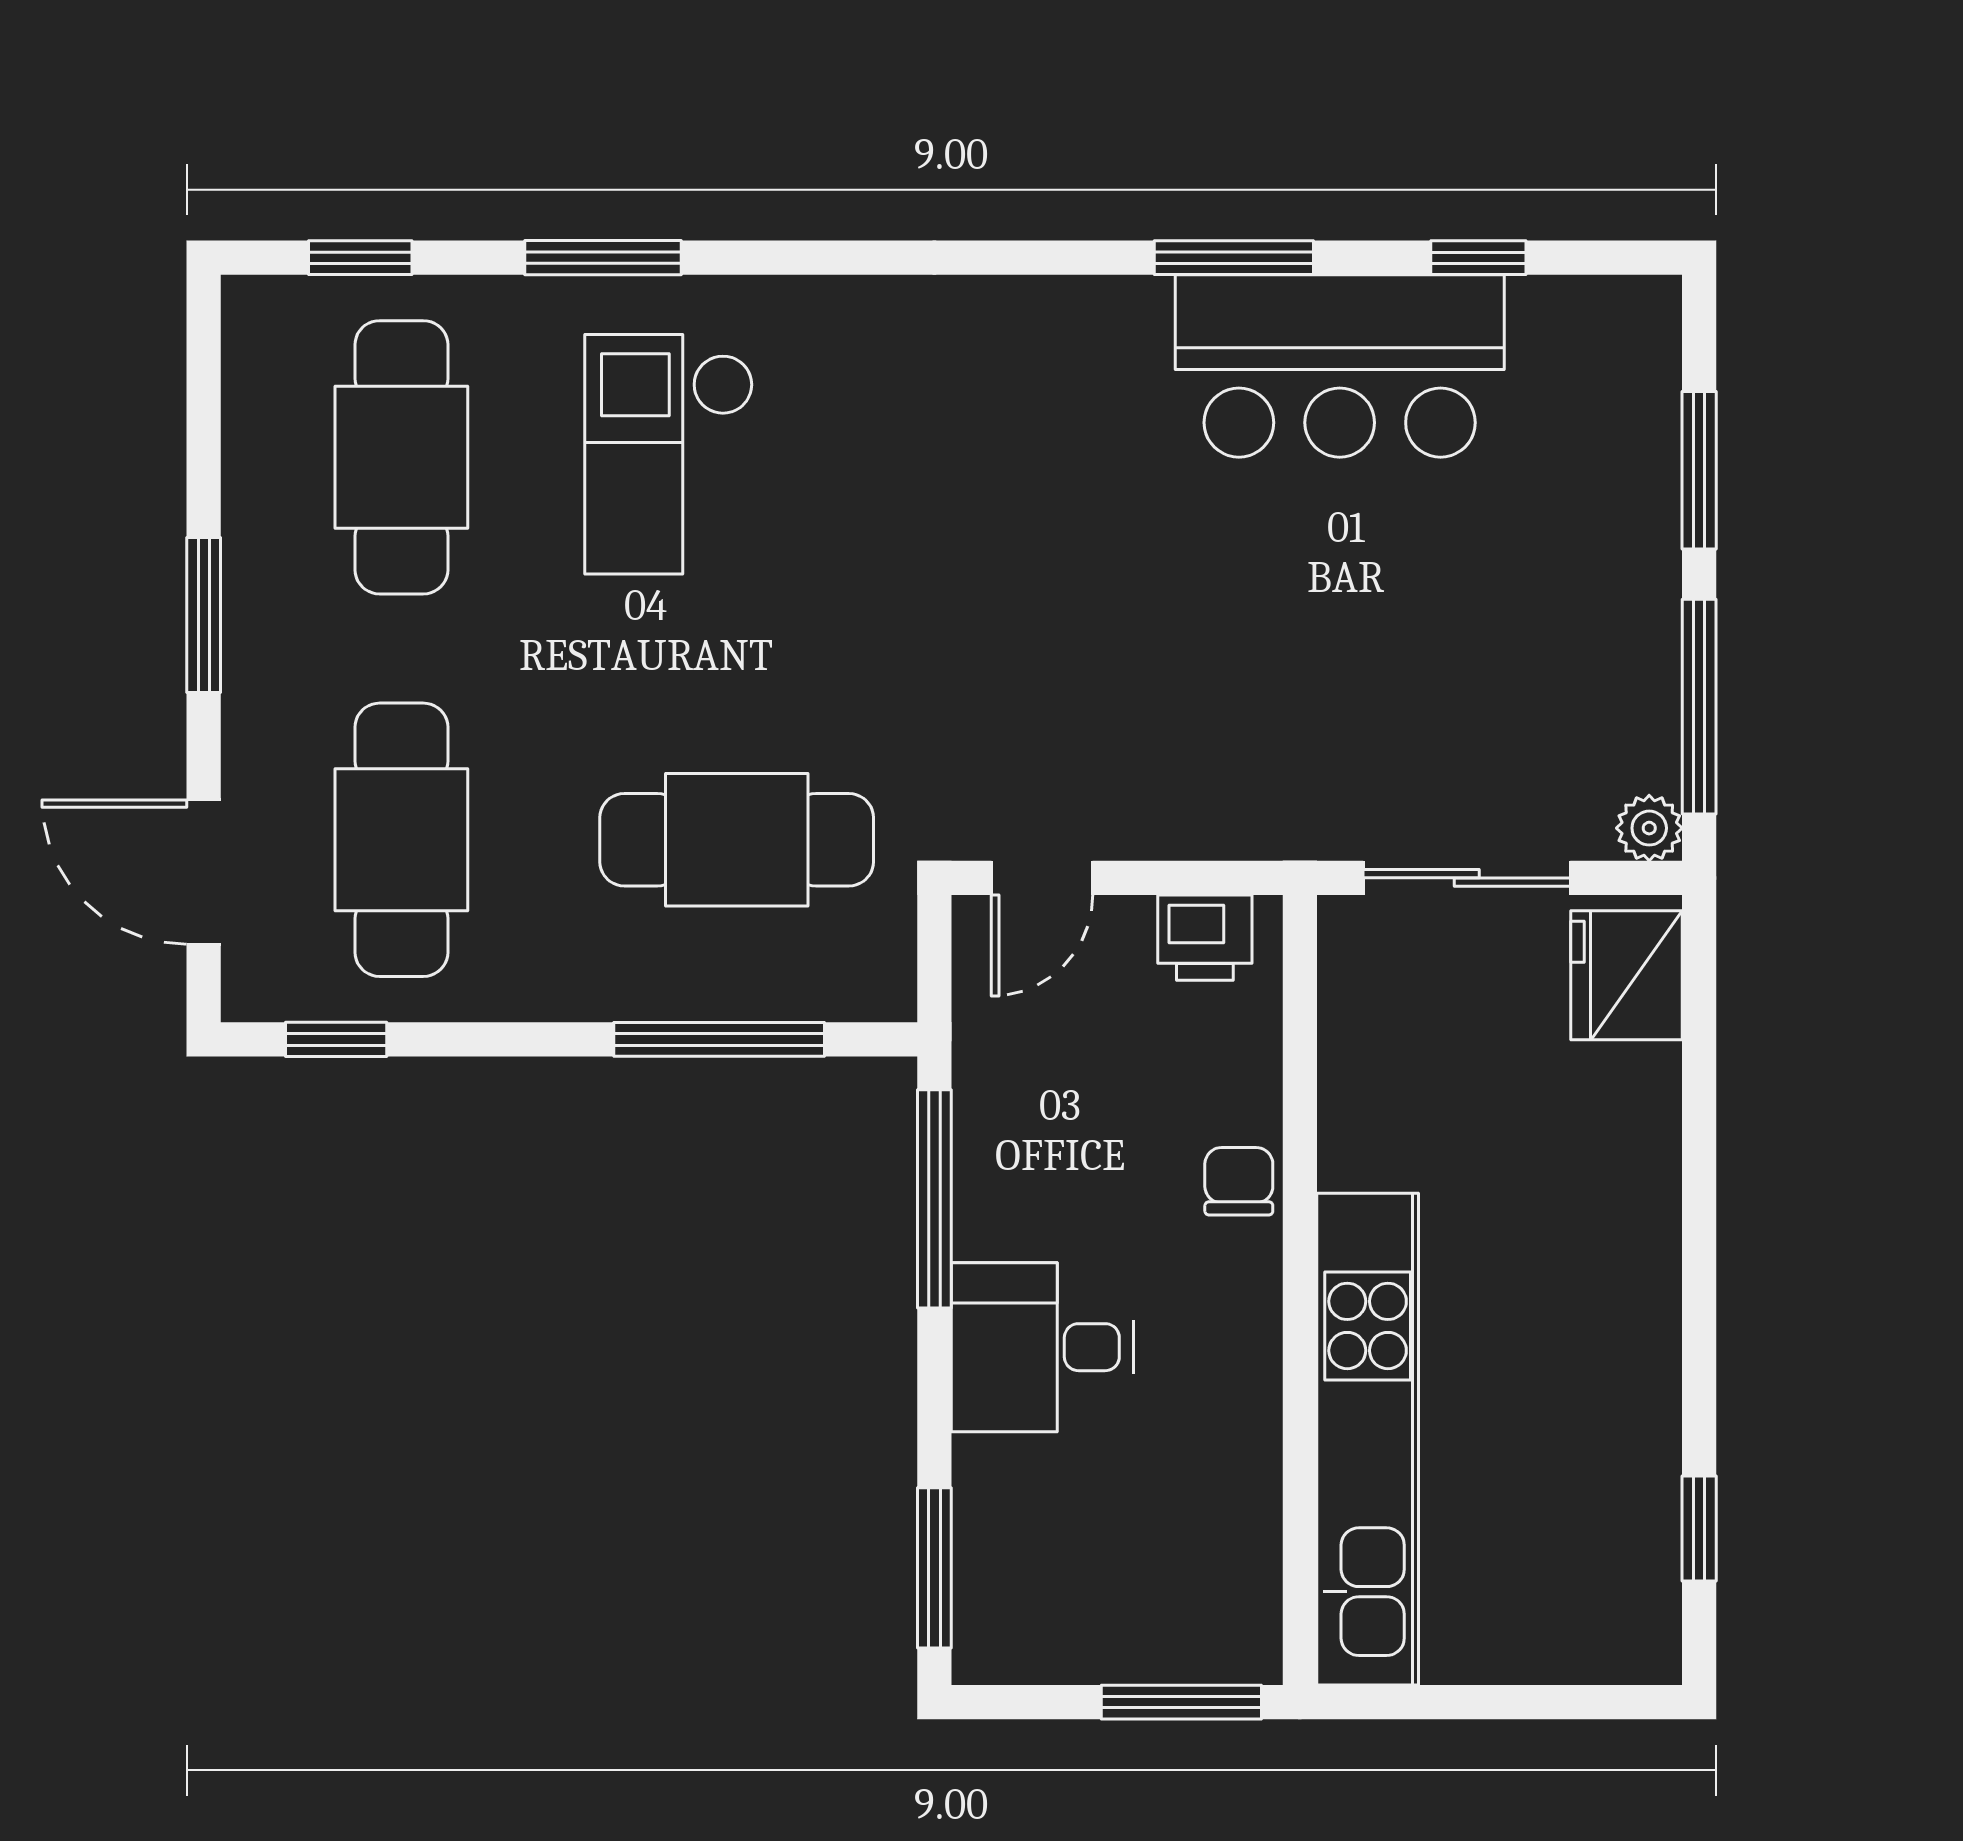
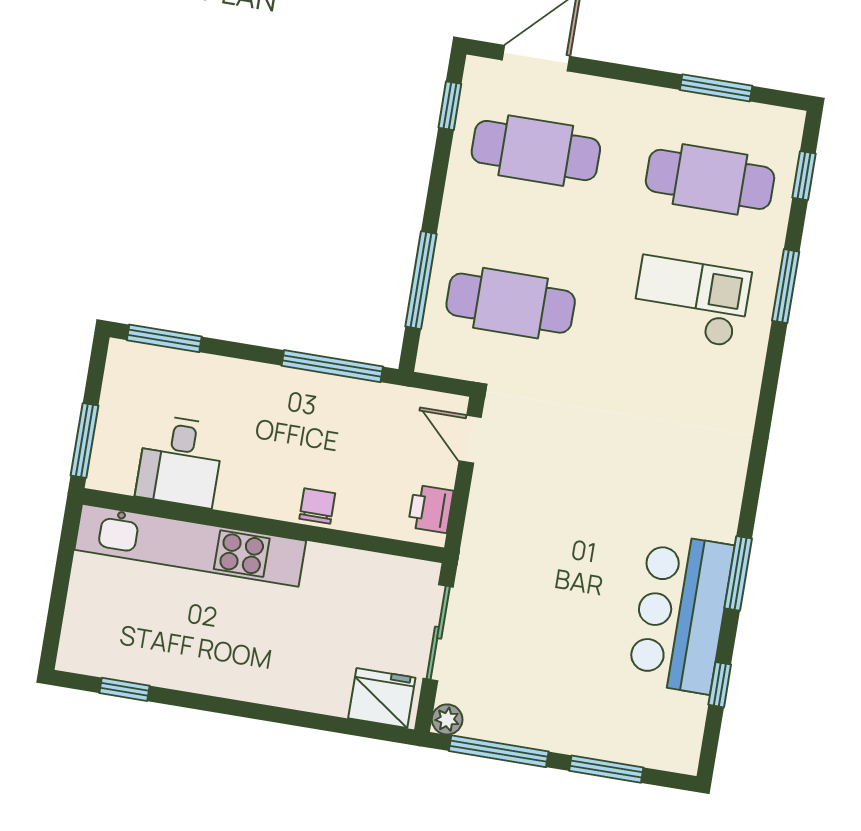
window: (204, 615) -> (716, 88), moved
cafe table: (737, 840) -> (511, 303), turned 90
chair: (1239, 1181) -> (317, 506), turned -90
desk: (1043, 1347) -> (180, 461), moved, turned 180

